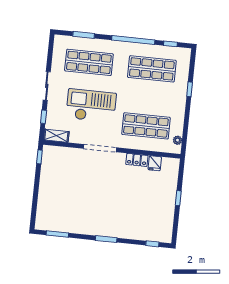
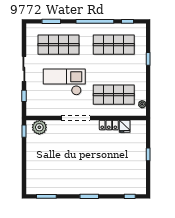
shelving: (56, 136) -> (37, 111), removed
plant: (57, 154) -> (39, 127), added

